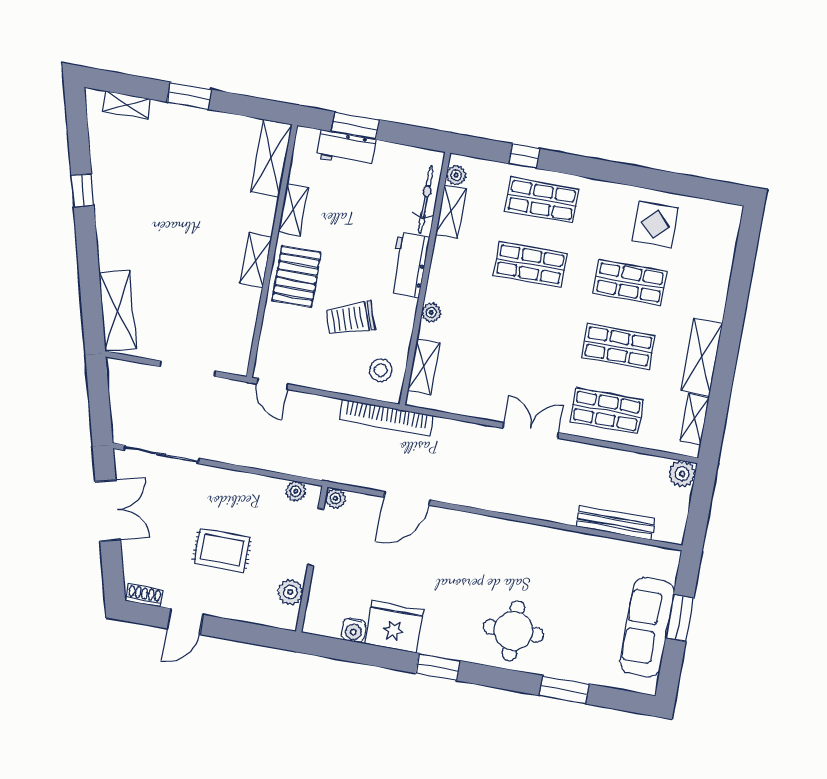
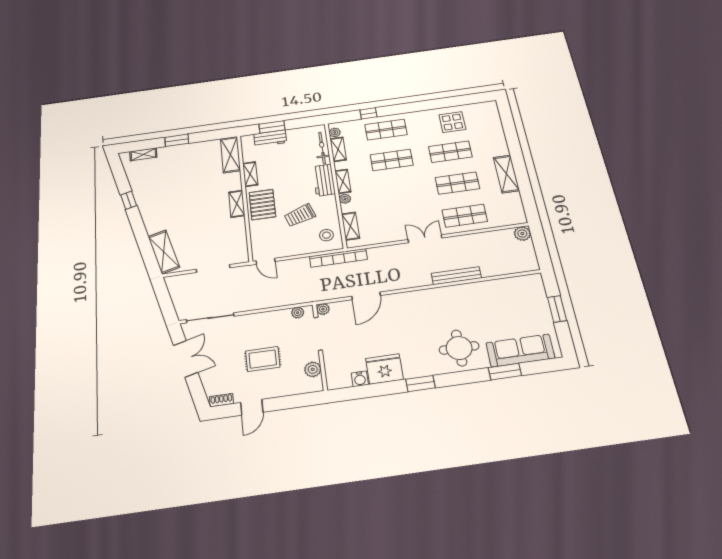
shelving: (695, 419) -> (343, 181), moved
bench: (615, 523) -> (456, 276), moved
sofa: (647, 627) -> (520, 350), moved, turned 90

